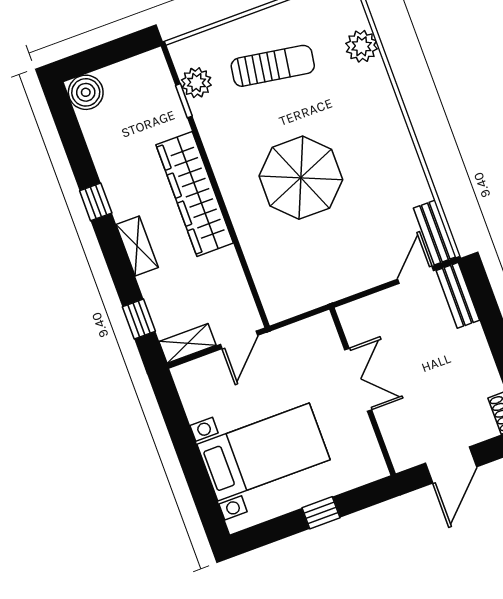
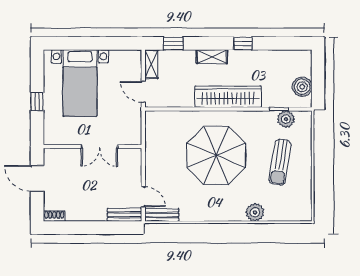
plant: (362, 46) -> (255, 212), moved
boiler: (86, 92) -> (302, 87), moved
parasol: (301, 178) -> (216, 155), width x1.36, depth x1.36

